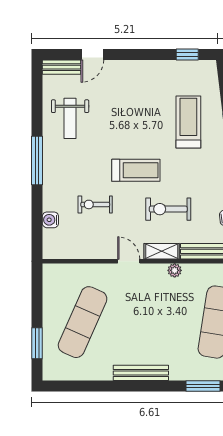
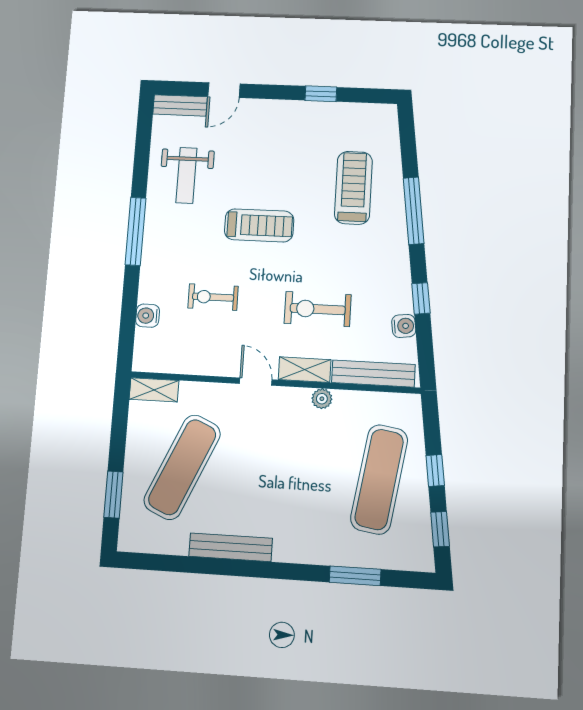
window: (187, 54) -> (321, 94), moved
treadmill: (136, 170) -> (259, 225), moved
shelving: (59, 271) -> (154, 390), added
bench: (141, 373) -> (231, 547), moved

